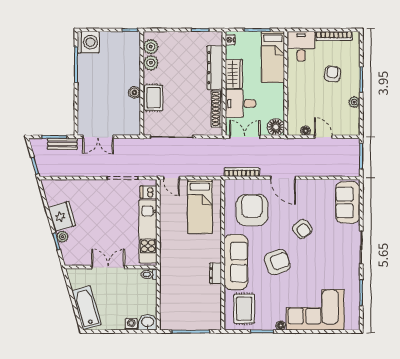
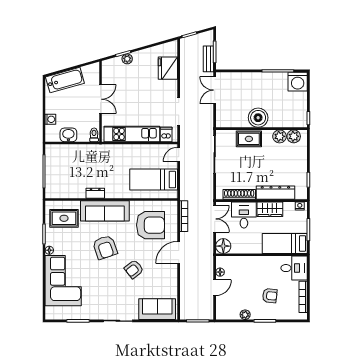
boiler: (135, 92) -> (258, 118), width x1.86, depth x1.86
fridge: (62, 216) -> (168, 68), moved, turned 106
washbasin: (148, 322) -> (68, 135), moved, turned -90

